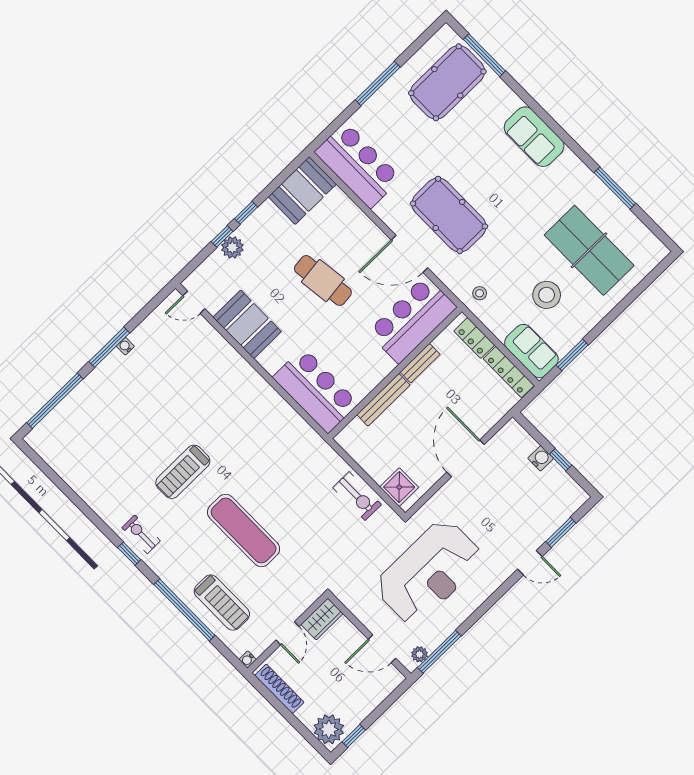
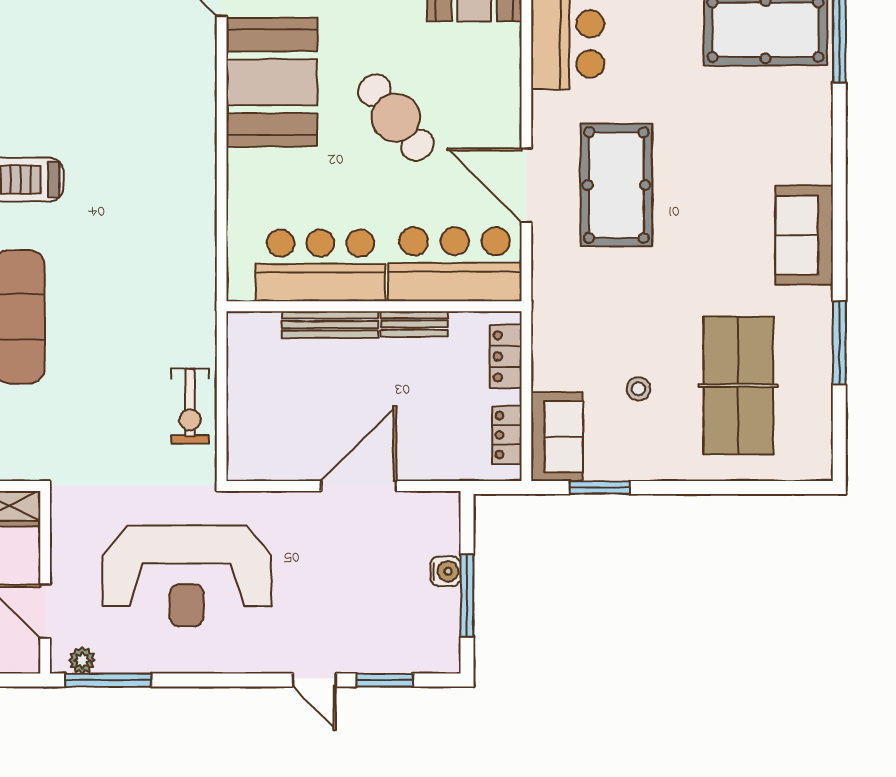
sofa: (534, 137) -> (804, 235), moved
cafe table: (323, 280) -> (396, 118), turned -31
stool: (480, 293) -> (563, 311), removed
stool: (547, 295) -> (638, 389), width x0.53, depth x0.53
booth: (247, 324) -> (272, 82), width x1.36, depth x1.42
locker: (509, 372) -> (507, 435), width x0.66
bar counter: (316, 390) -> (320, 265), moved, turned -90
window: (561, 460) -> (467, 596), width x2.17
shower: (399, 487) -> (249, 444), removed

